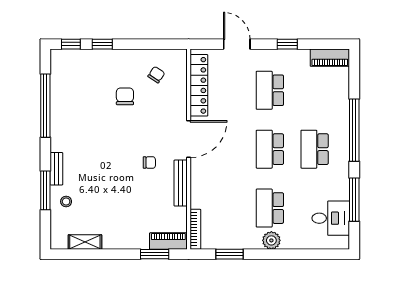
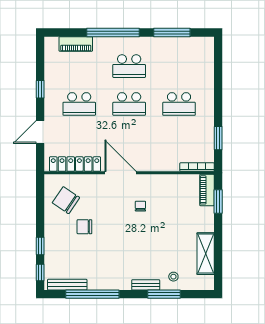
piano: (330, 58) -> (76, 44), moved, turned 90
chair: (156, 75) -> (66, 200), width x1.87, depth x1.87
bench: (181, 183) -> (67, 285), moved
desk: (331, 218) -> (188, 52), removed
plant: (271, 240) -> (206, 103), removed
shelving: (85, 242) -> (206, 254), width x1.50, depth x1.33

